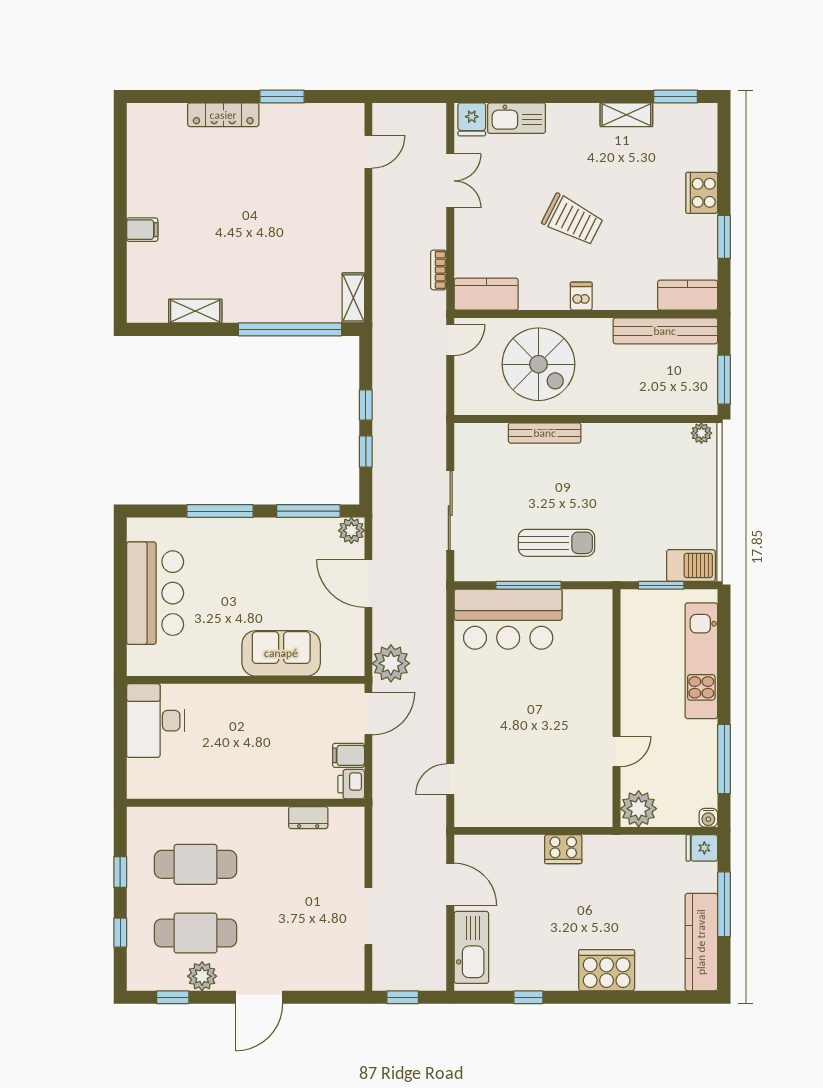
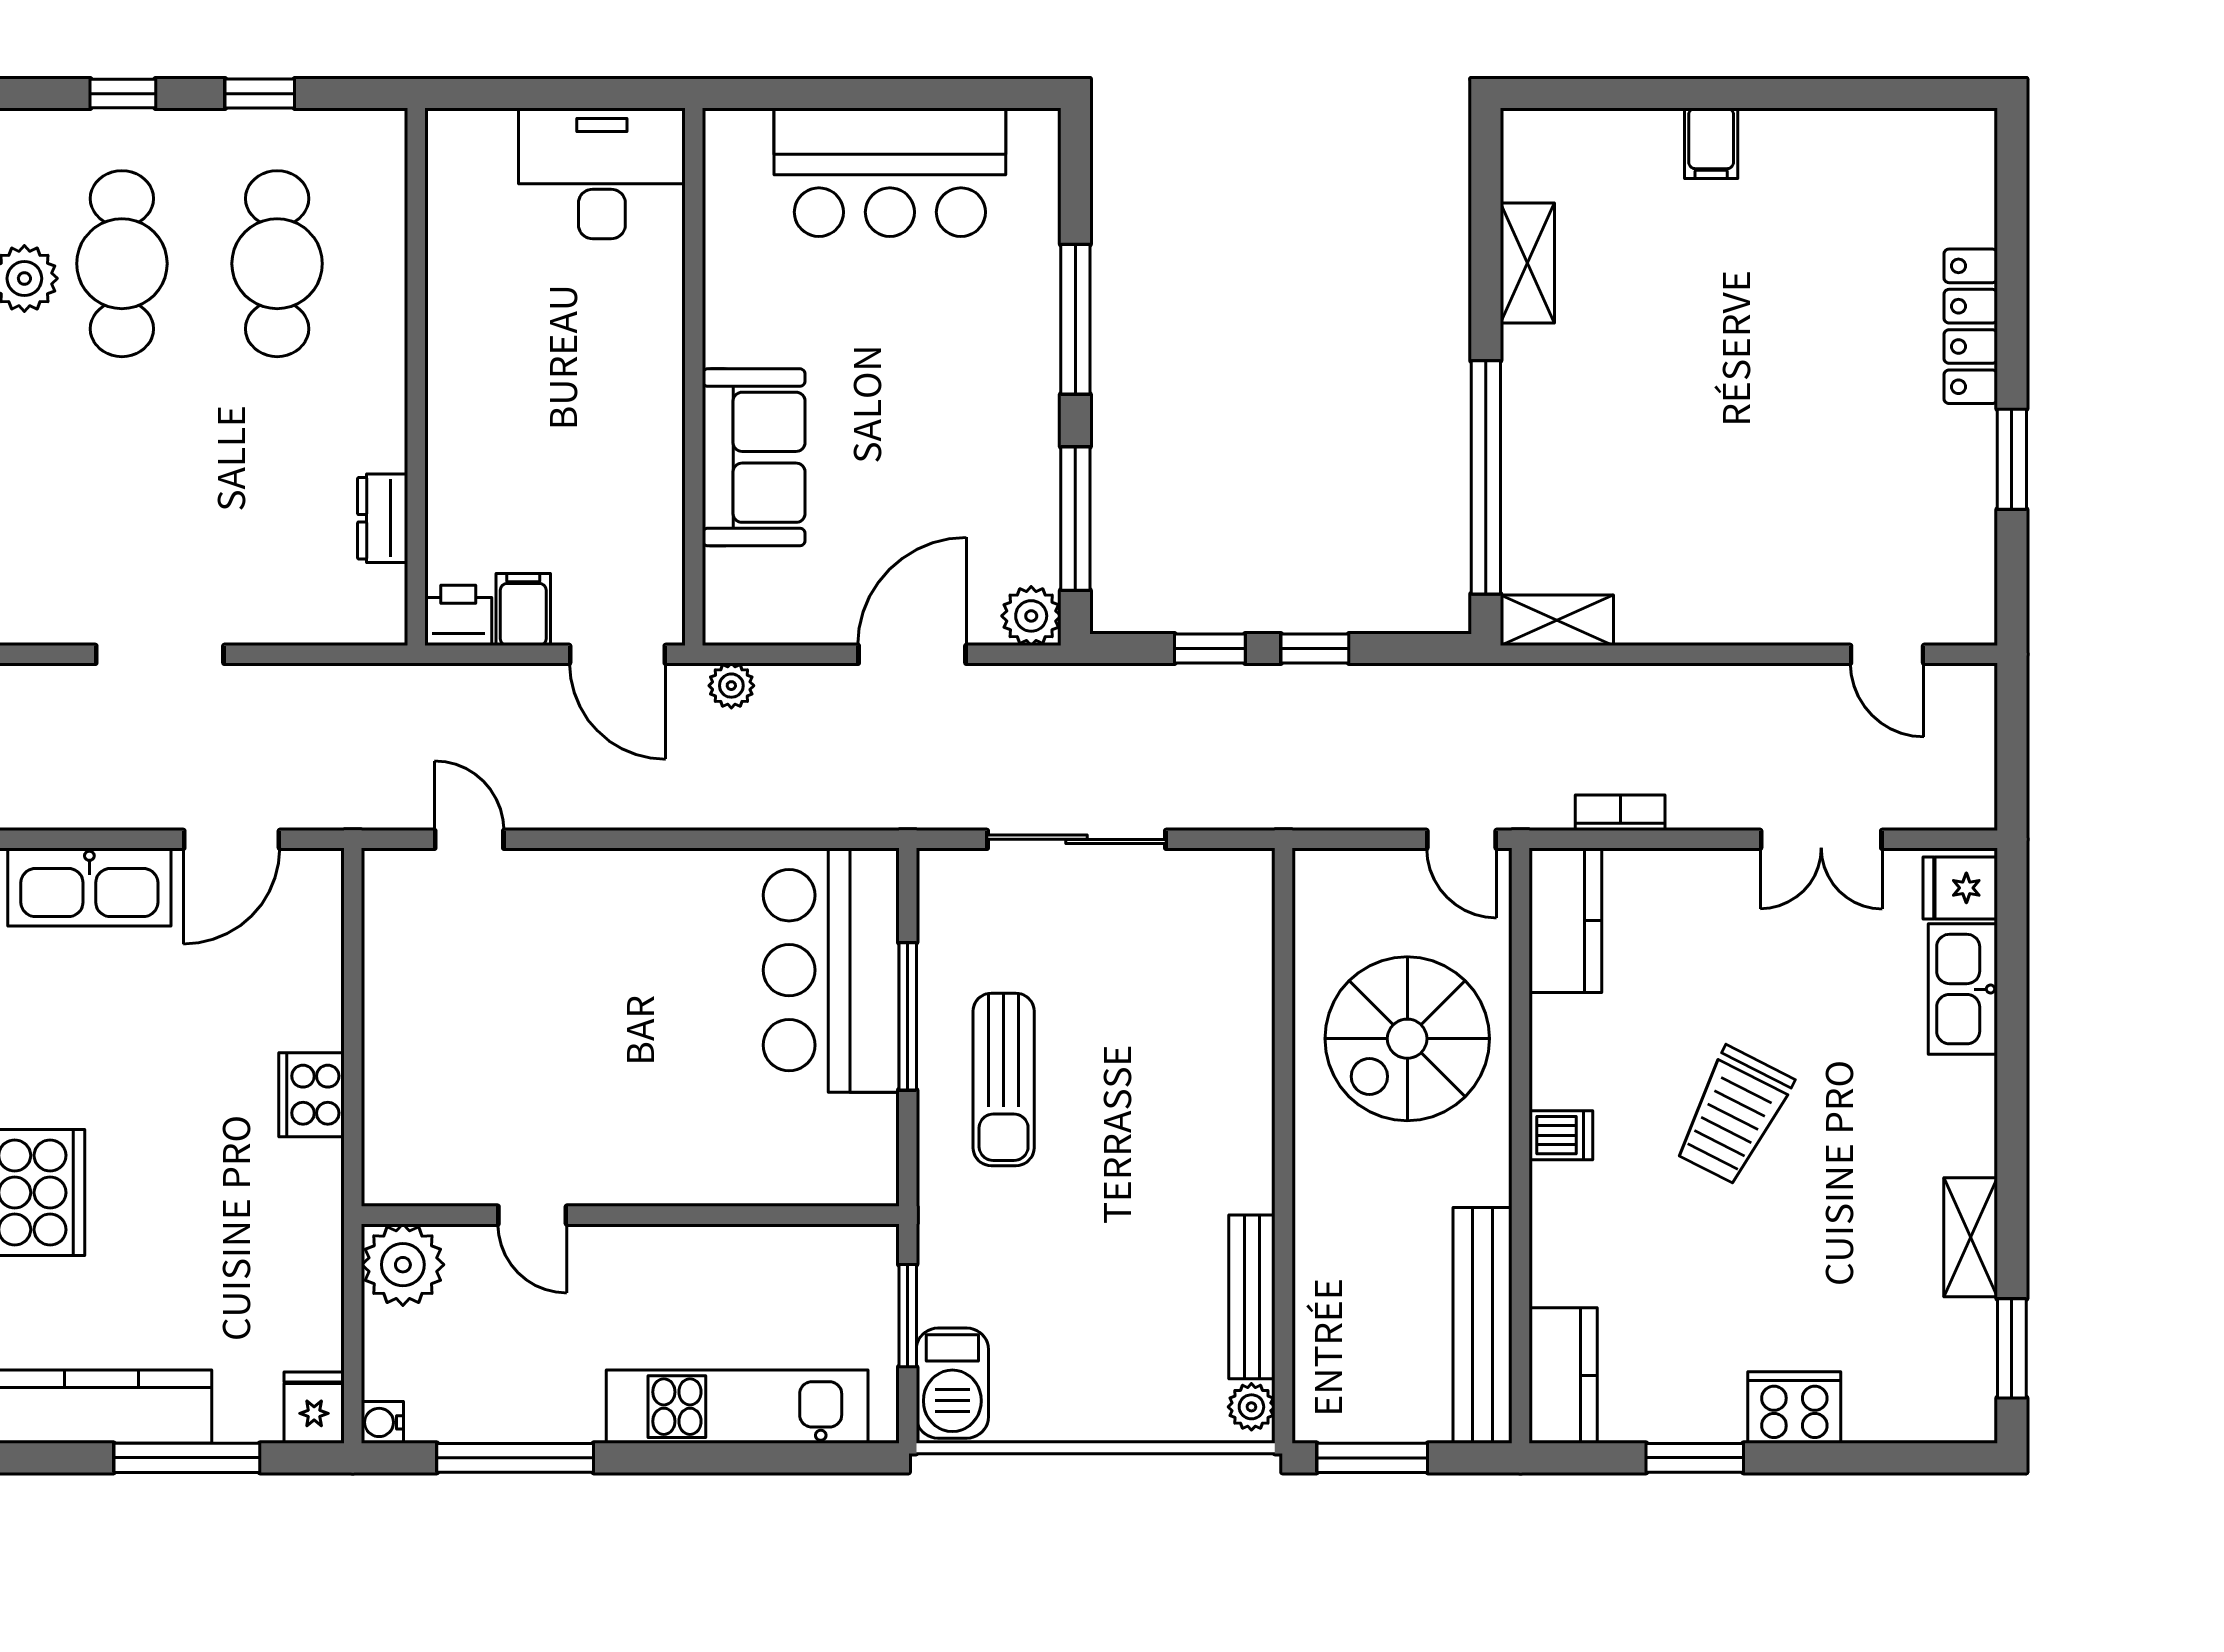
bench: (545, 433) -> (1252, 1297), moved
plant: (391, 663) -> (731, 686), width x0.53, depth x0.53

